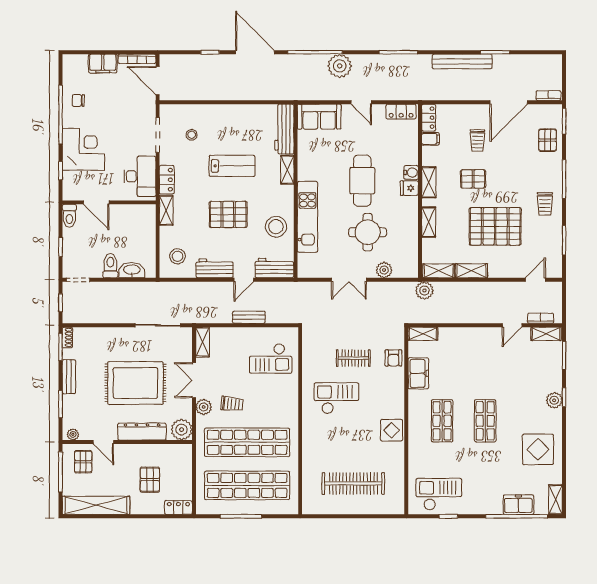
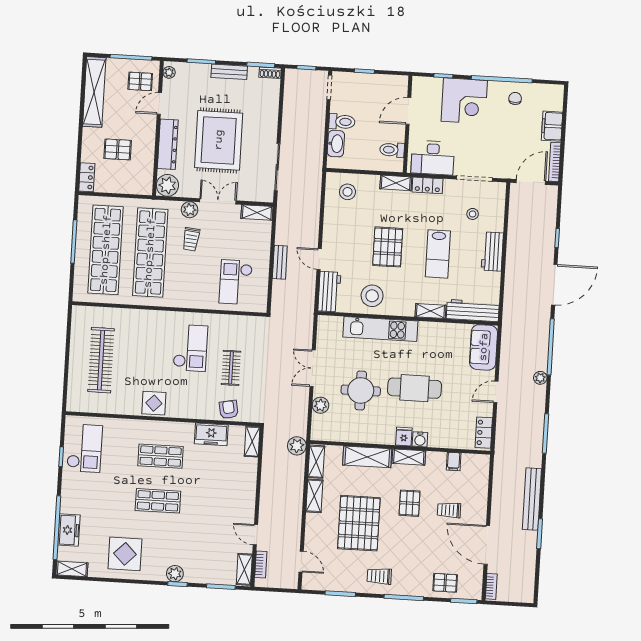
plant: (340, 66) -> (540, 378), width x0.53, depth x0.53
locker: (429, 118) -> (476, 461), removed
toilet: (69, 216) -> (392, 150), moved
shelving: (429, 222) -> (367, 457), width x1.50, depth x1.33
workbench: (215, 268) -> (492, 252), moved, turned 180
armchair: (393, 358) -> (229, 410), turned 79

